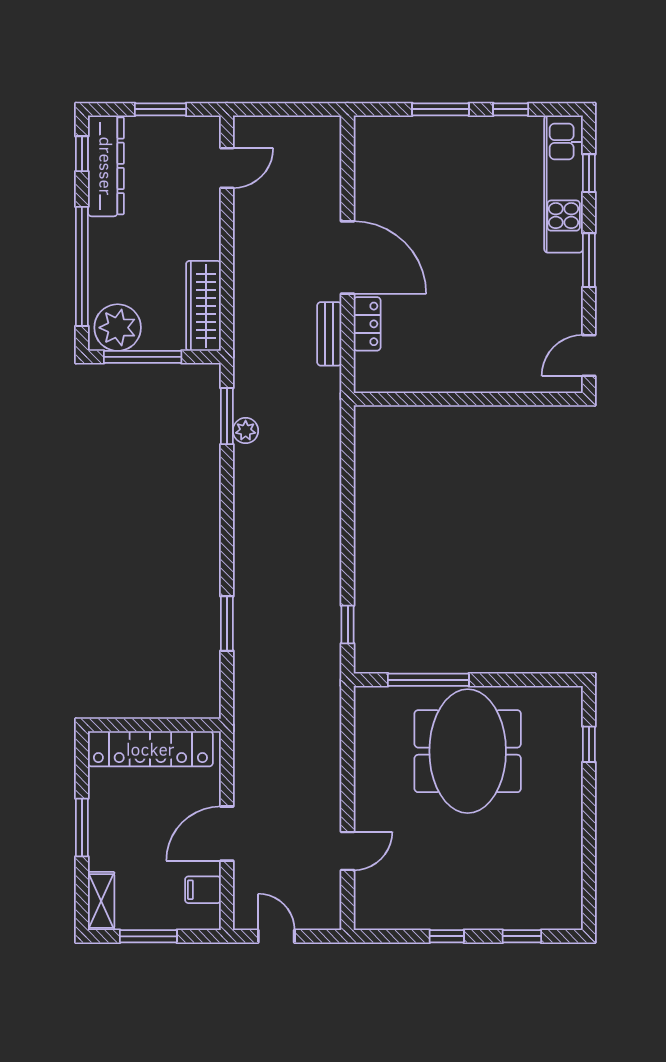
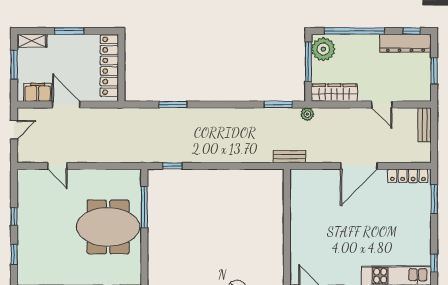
window: (440, 109) -> (434, 199), moved
window: (511, 109) -> (434, 263), moved
bench: (266, 128) -> (425, 125), added
door: (227, 168) -> (382, 105), moved
locker: (367, 324) -> (408, 176), moved, width x1.53
bench: (329, 334) -> (289, 157), moved
plant: (246, 431) -> (307, 114), moved
filing cabinet: (203, 890) -> (38, 92), width x2.00

